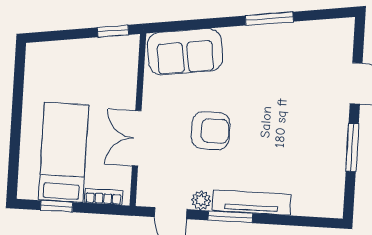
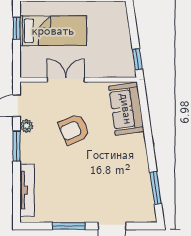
window: (269, 19) -> (156, 188), moved
armchair: (210, 131) -> (74, 129), turned 67
bookcase: (103, 197) -> (25, 60), removed
tv unit: (252, 203) -> (27, 190), moved

